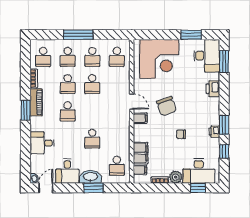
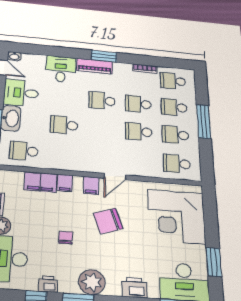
piano: (36, 102) -> (95, 66), moved
plant: (211, 116) -> (92, 282), added
printer: (214, 132) -> (48, 284), moved
filing cabinet: (140, 170) -> (65, 183), moved

